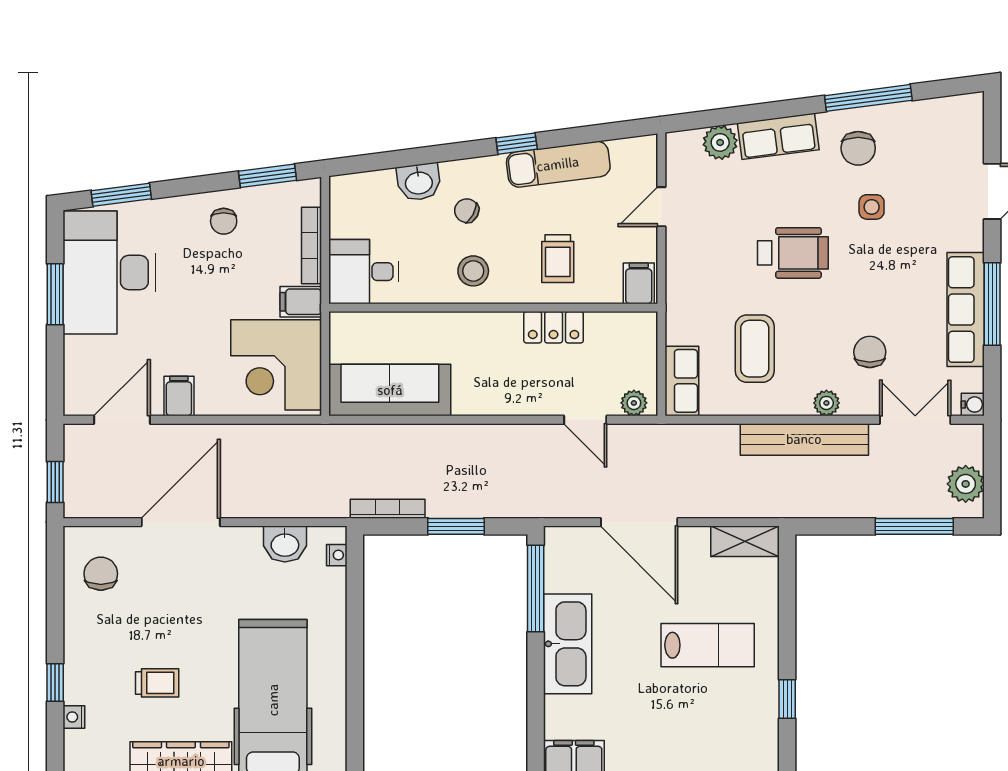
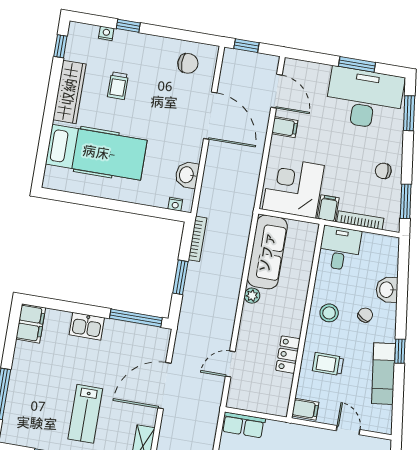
plant: (634, 403) -> (252, 296), moved
kitchen sink: (568, 644) -> (87, 326), width x0.53, depth x0.81

